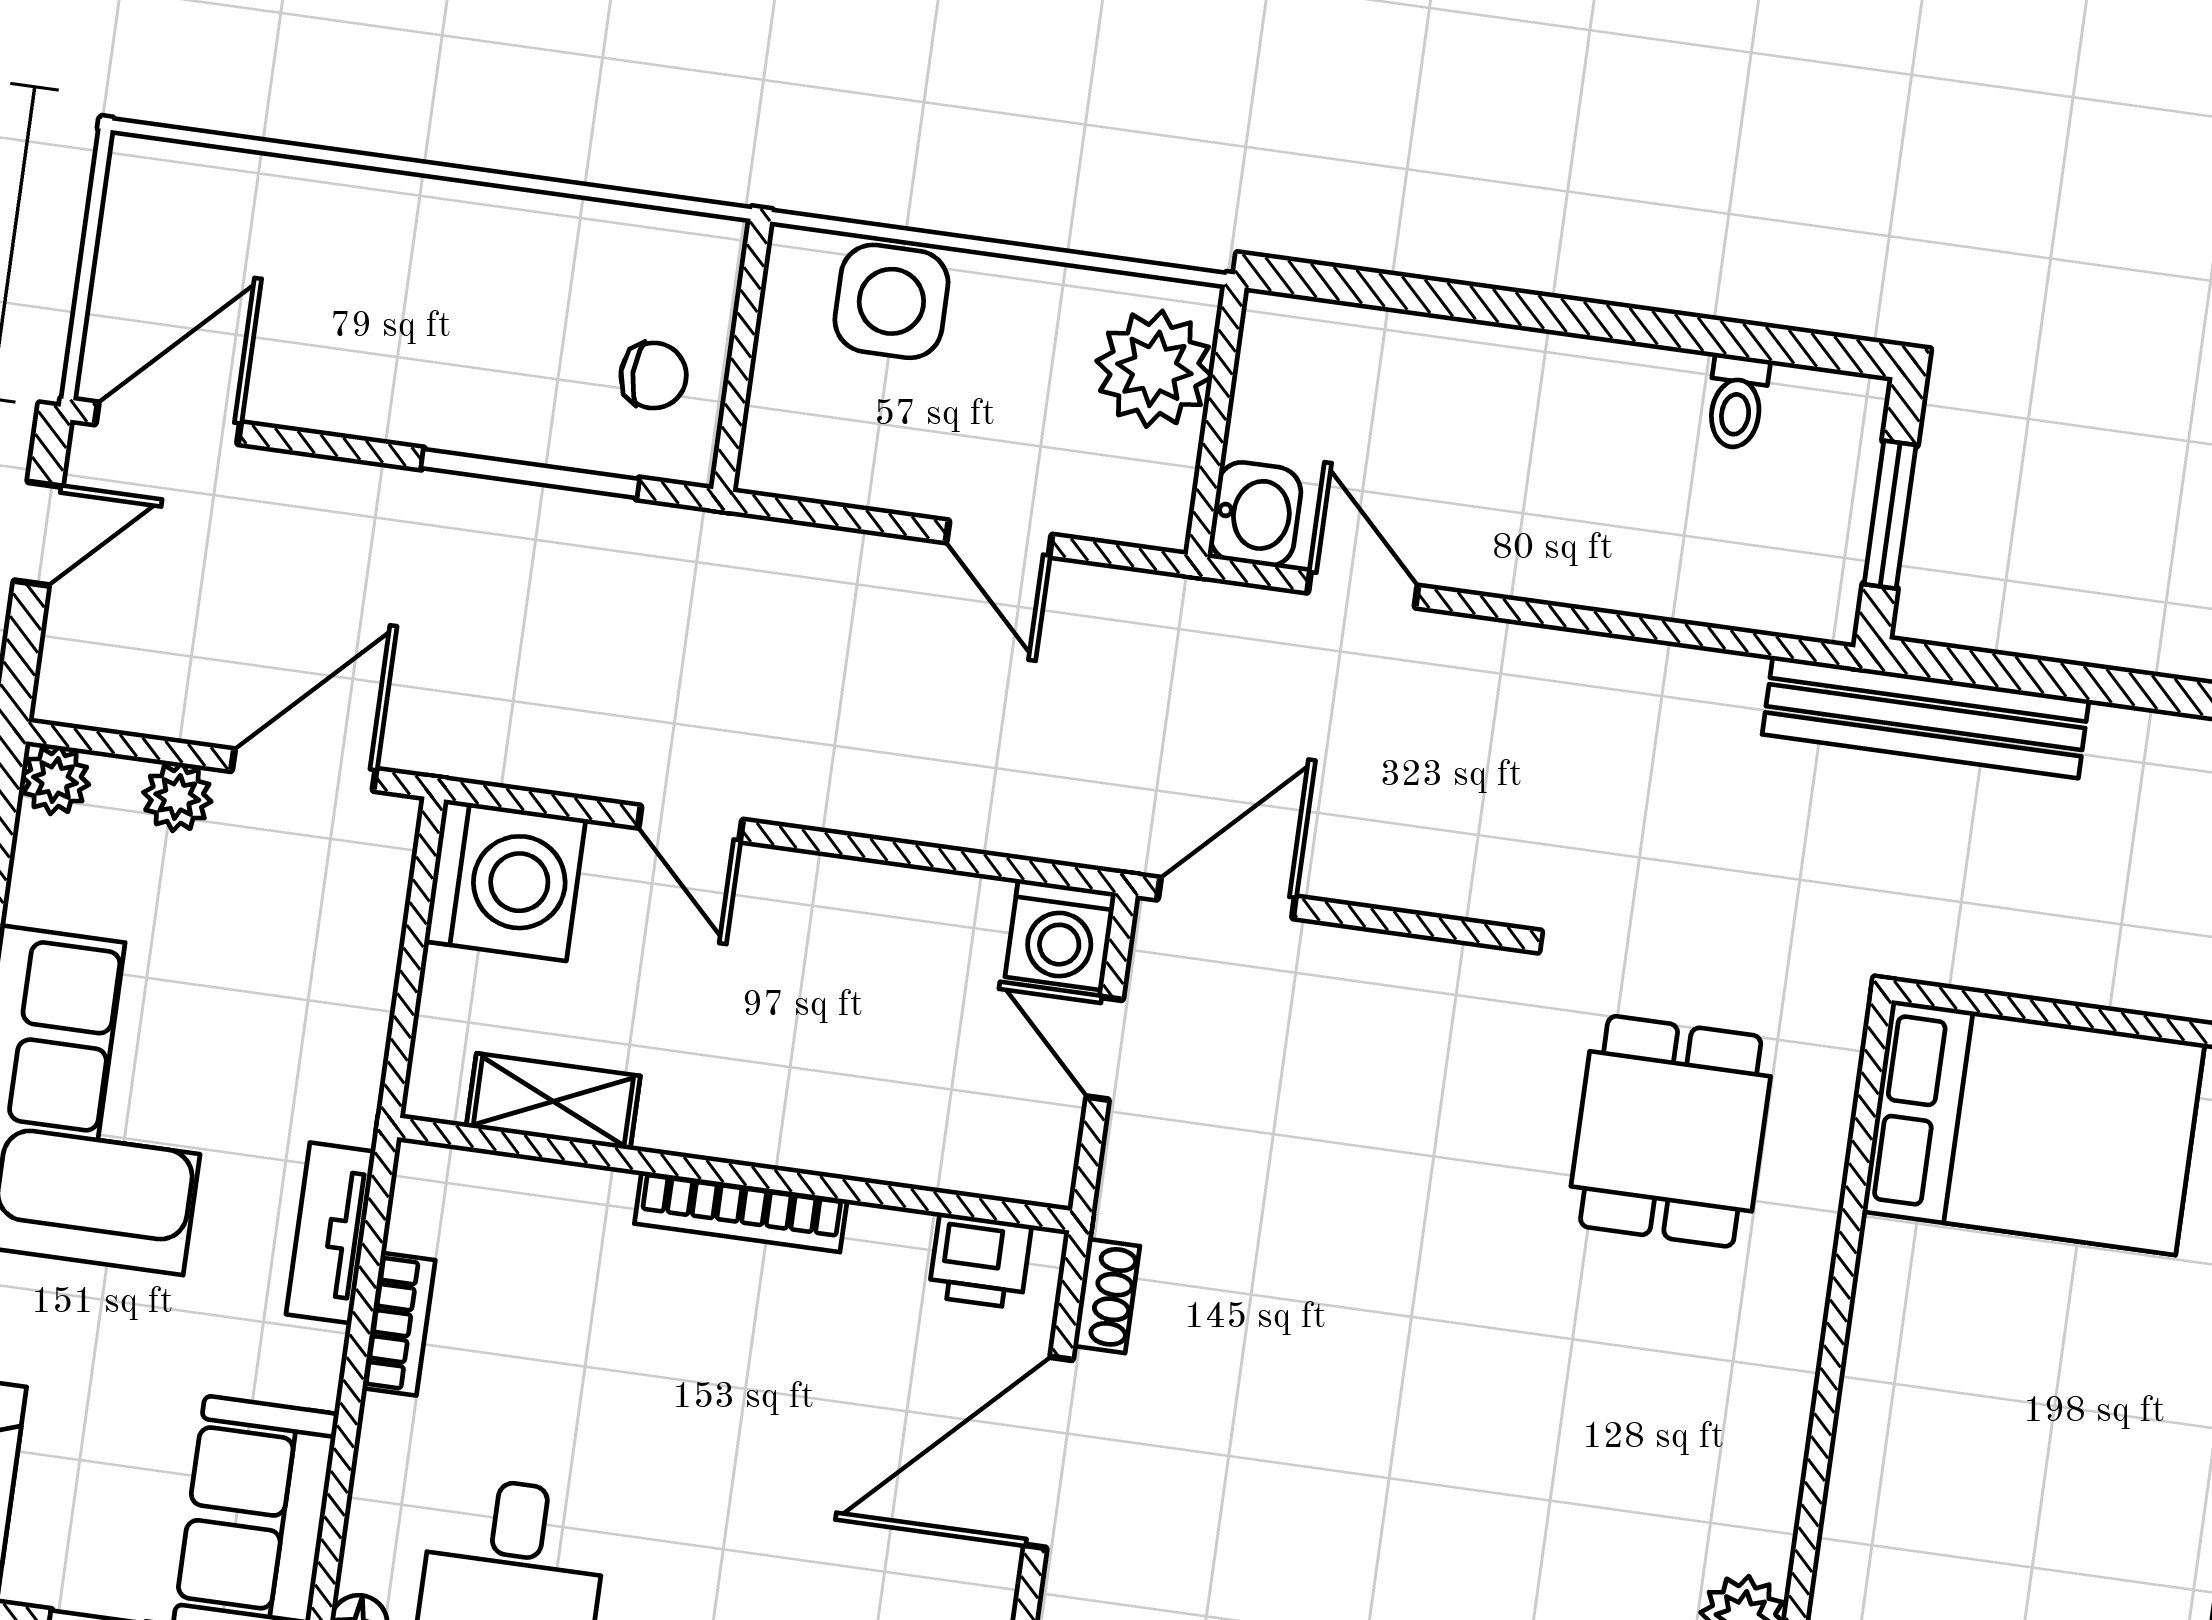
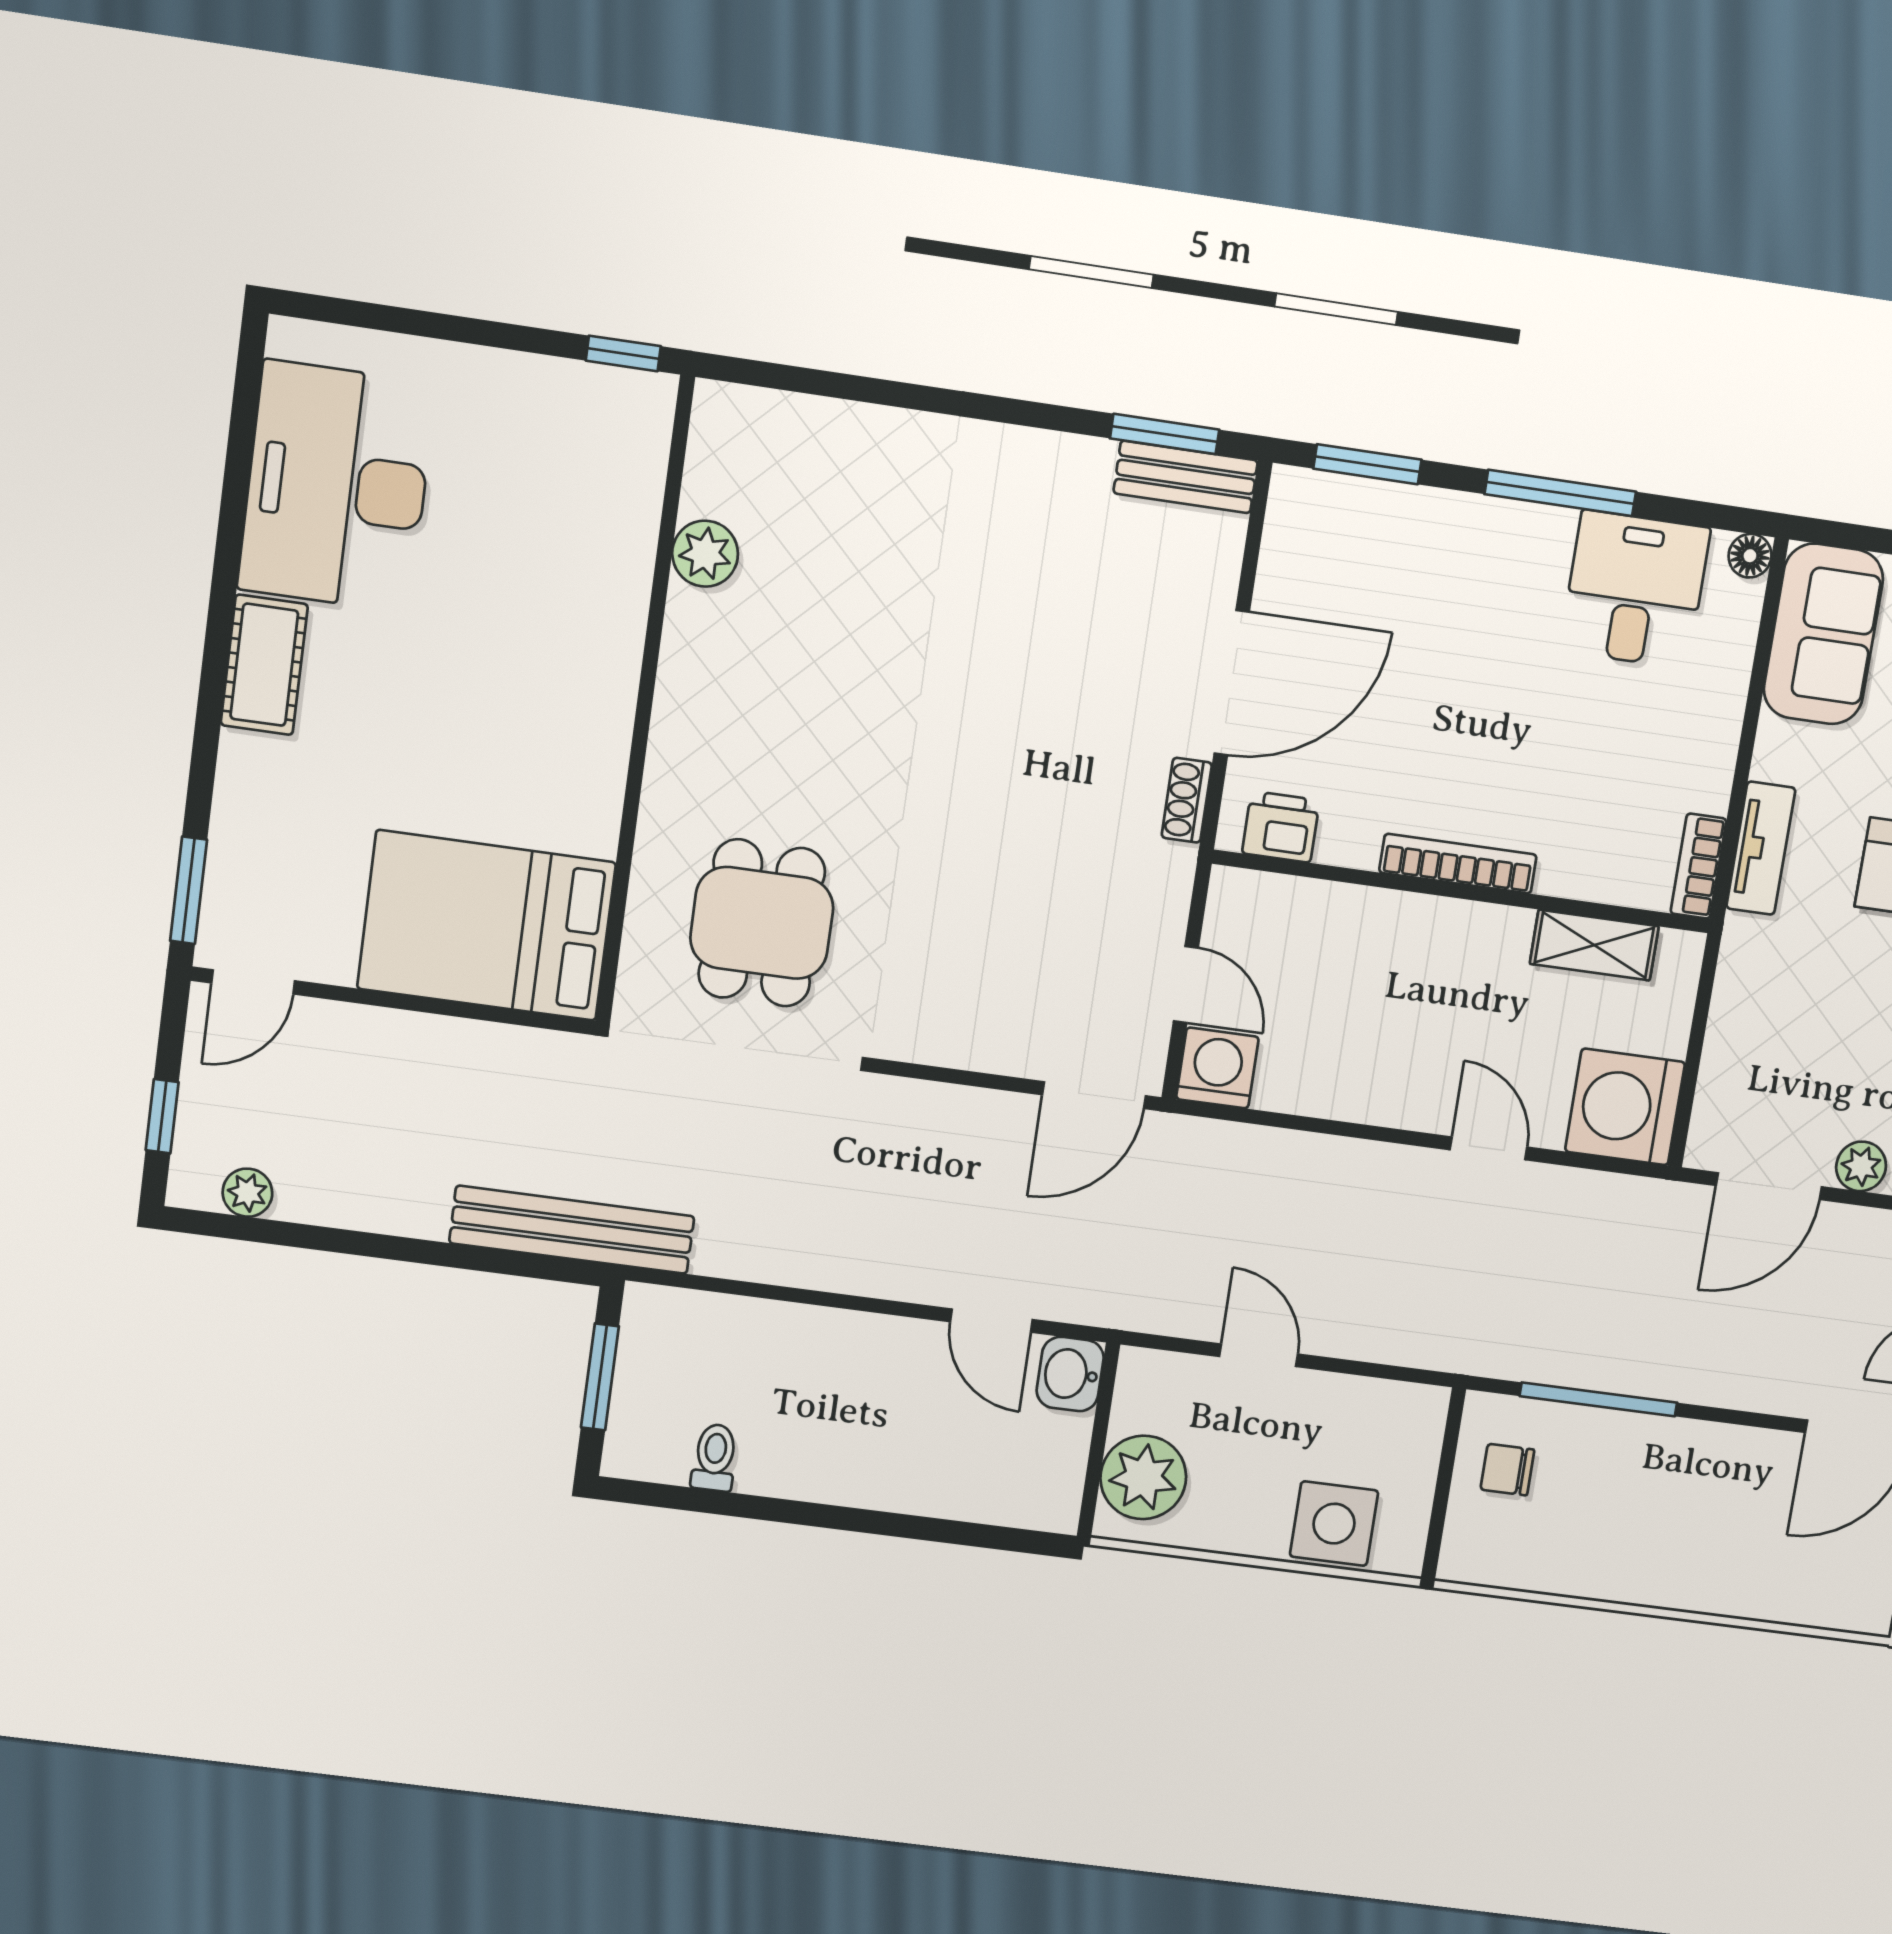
bookcase: (399, 1324) -> (1698, 866), moved

